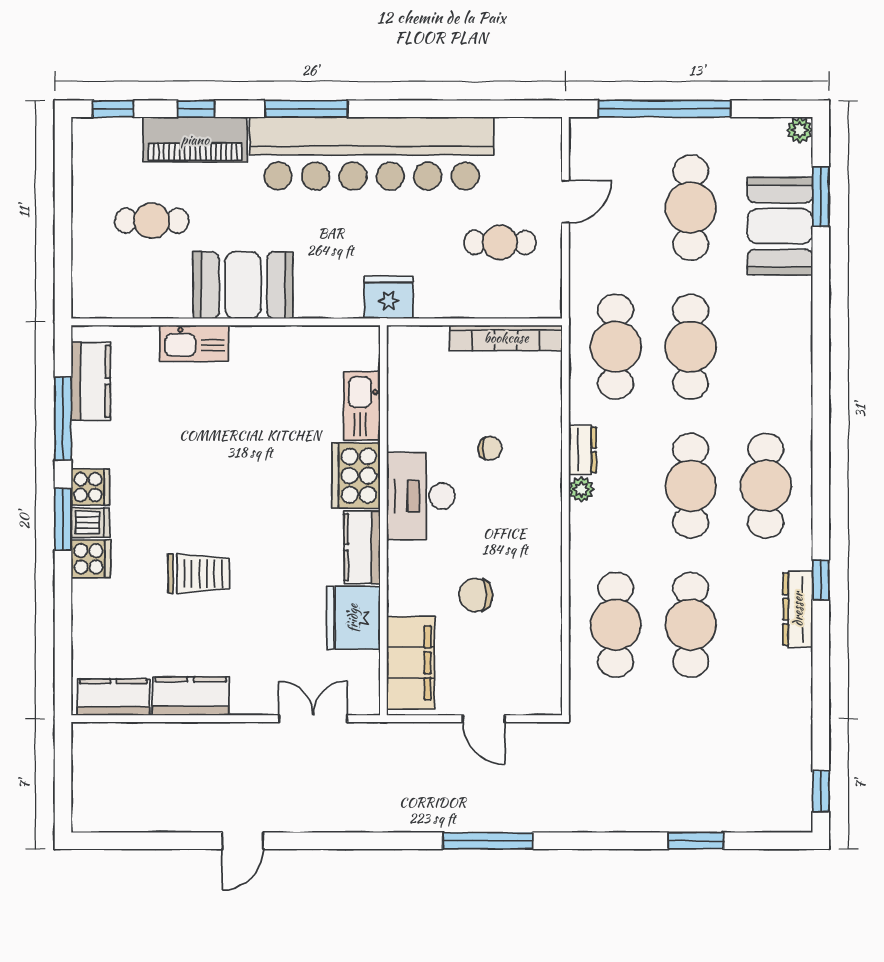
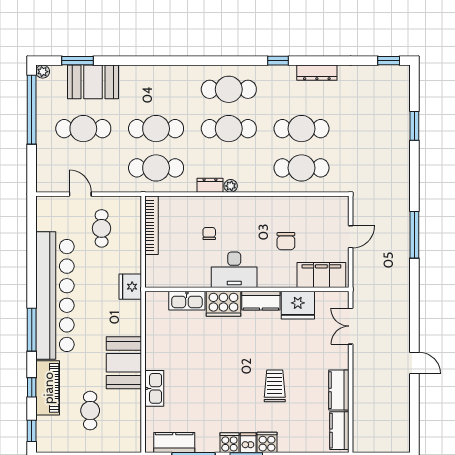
window: (664, 109) -> (32, 110), moved
dresser: (798, 609) -> (317, 73), moved

